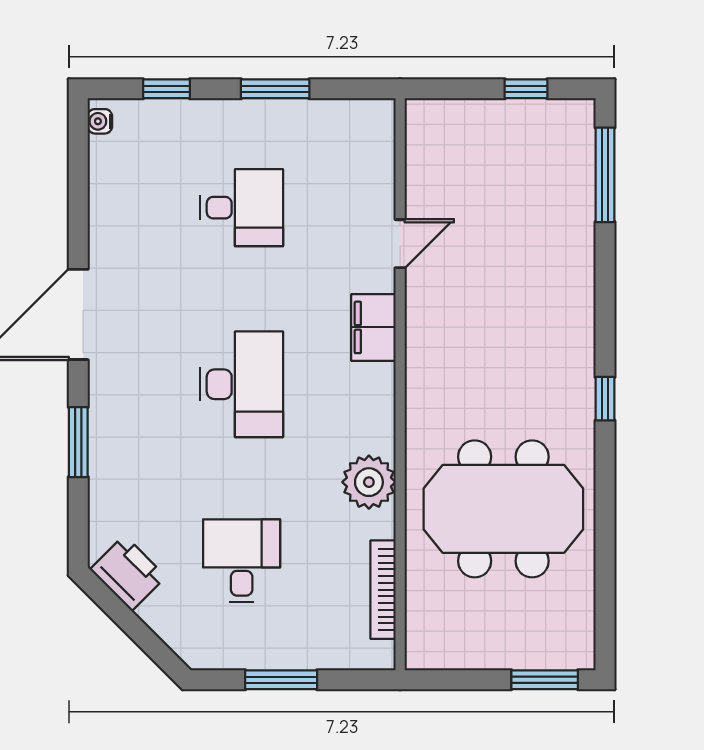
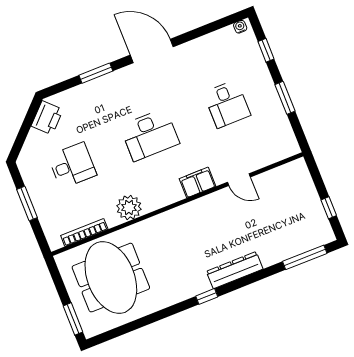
dresser: (575, 323) -> (235, 270), added
meeting table: (503, 509) -> (111, 278), moved

